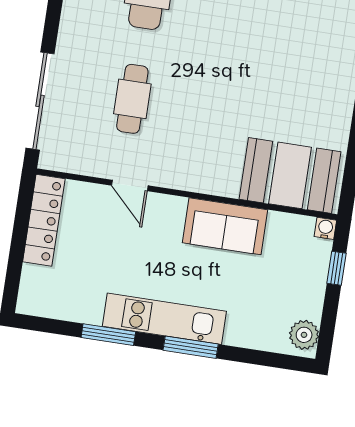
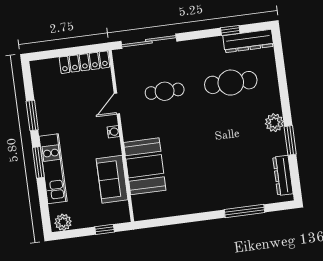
booth: (290, 175) -> (145, 166), moved
sofa: (225, 226) -> (112, 179), moved
water cooler: (325, 228) -> (113, 132), moved
kitchen unit: (164, 319) -> (53, 169), moved

